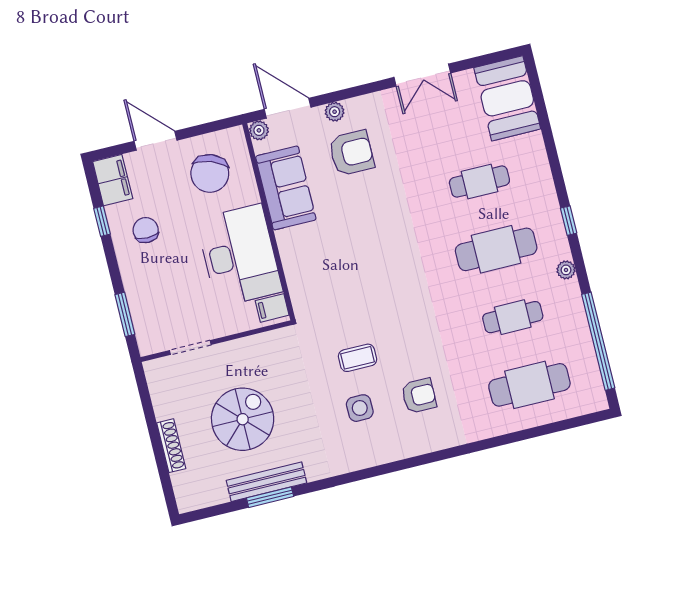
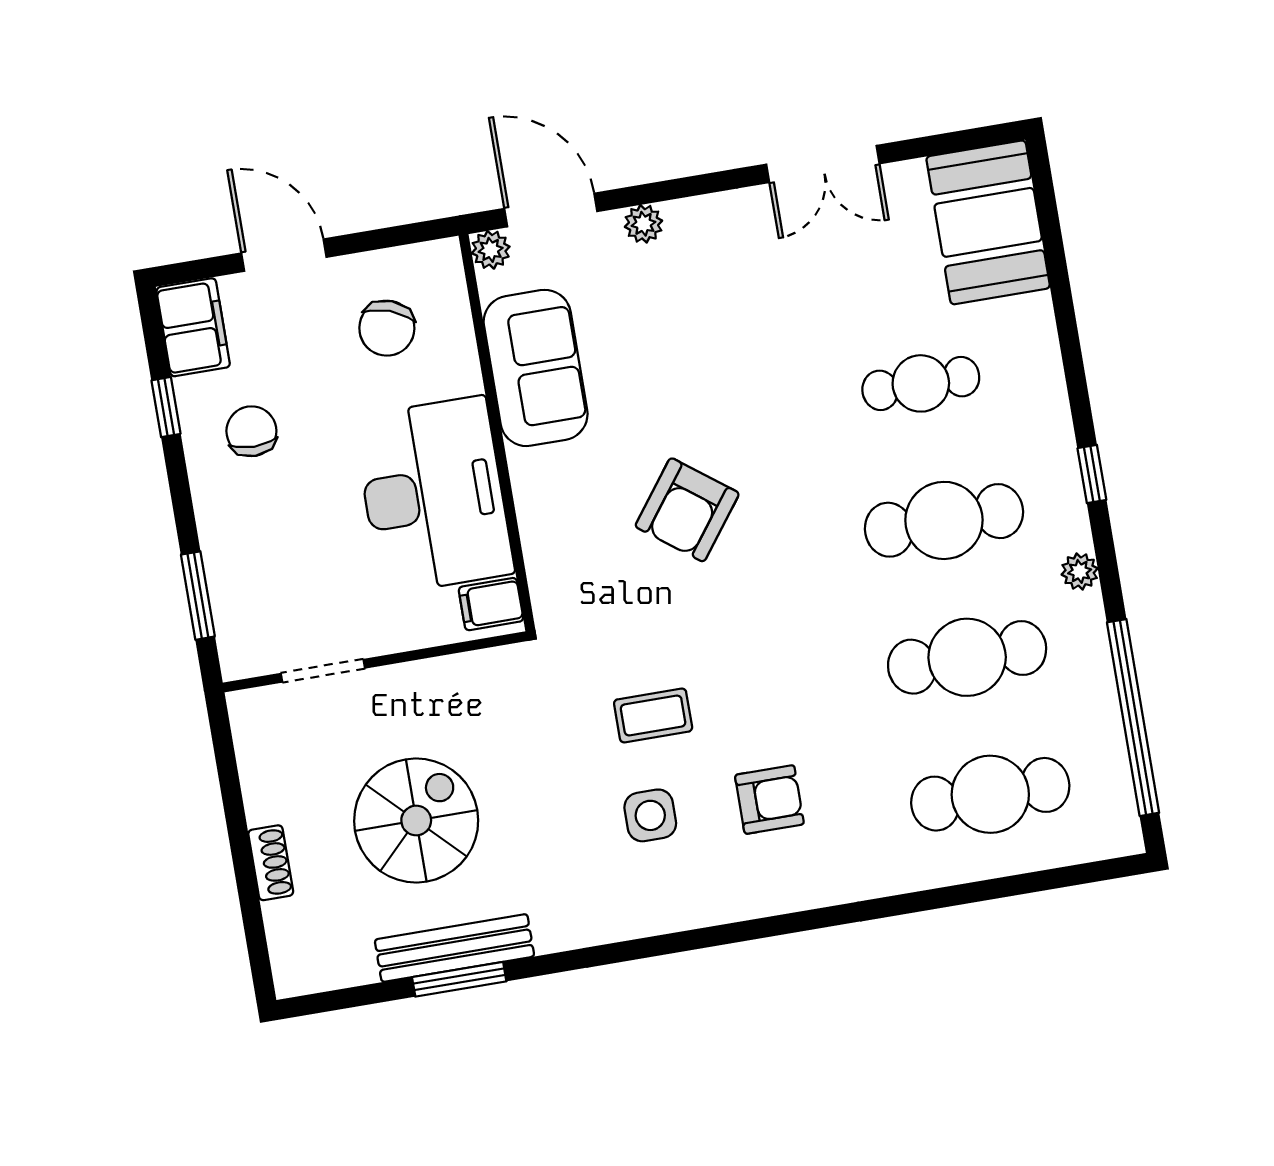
armchair: (351, 153) -> (687, 510), moved, turned 127
chair: (210, 173) -> (387, 328), width x0.73, depth x0.73
cafe table: (513, 317) -> (967, 657), width x1.37, depth x1.35
shoe rack: (171, 446) -> (271, 863), width x0.70

